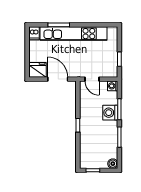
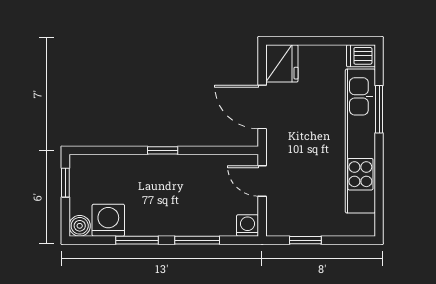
door: (58, 79) -> (262, 107), swing flipped
door: (92, 79) -> (262, 181), hinge flipped
washing machine: (110, 113) -> (108, 220), moved

